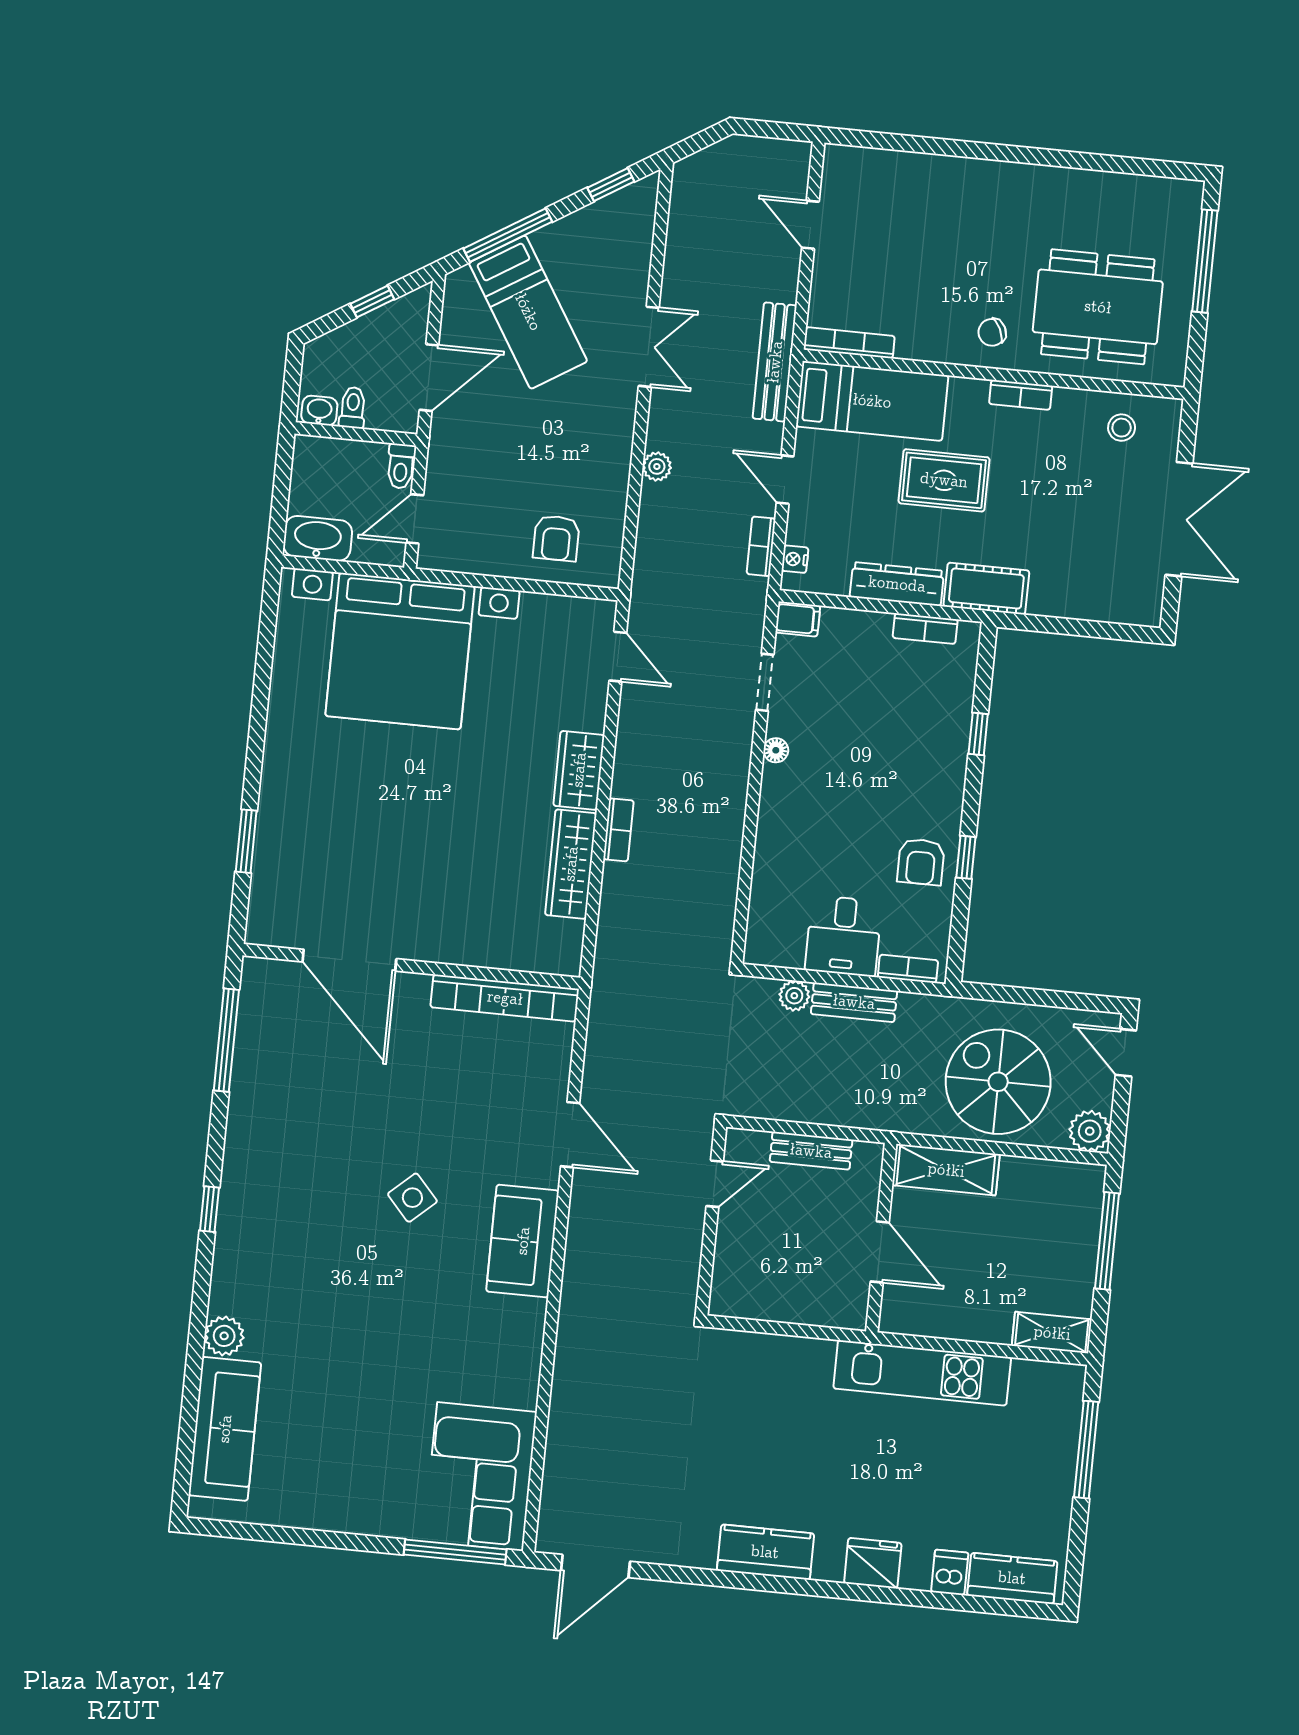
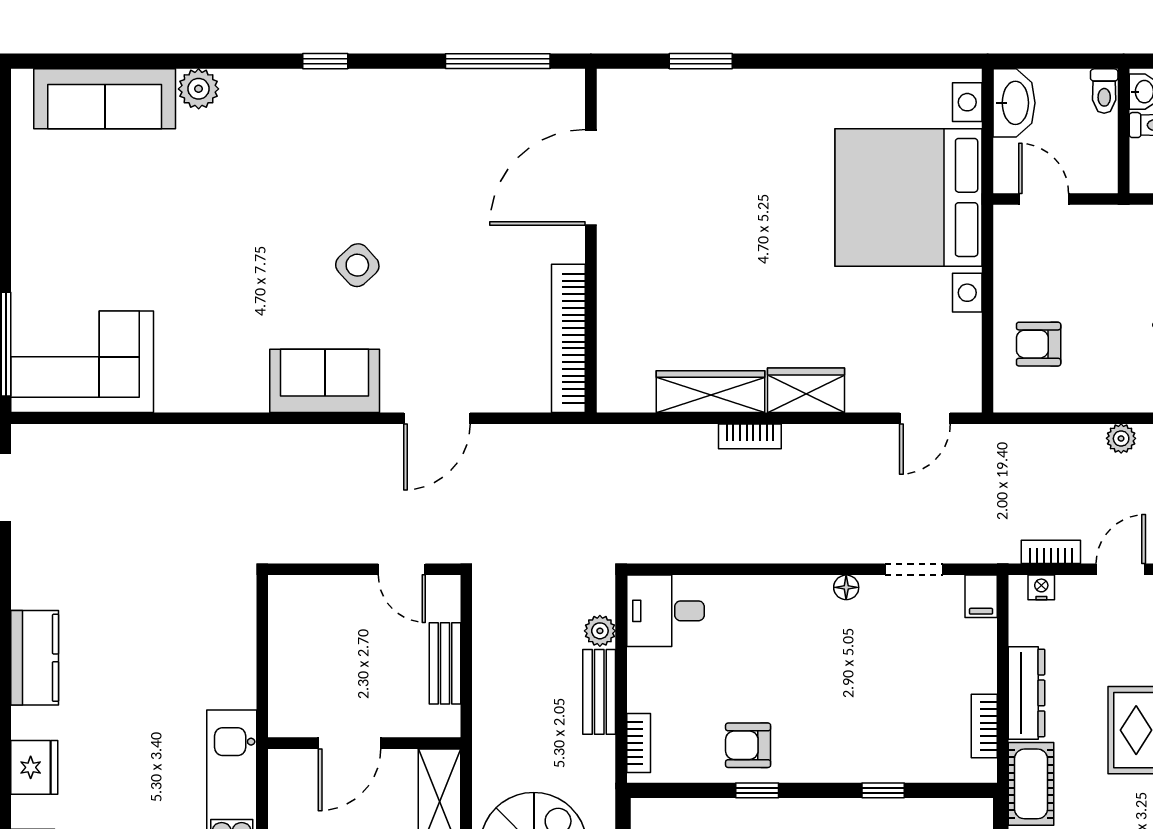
toilet: (401, 466) -> (1104, 91), moved, turned -90
desk: (843, 936) -> (665, 611), moved

